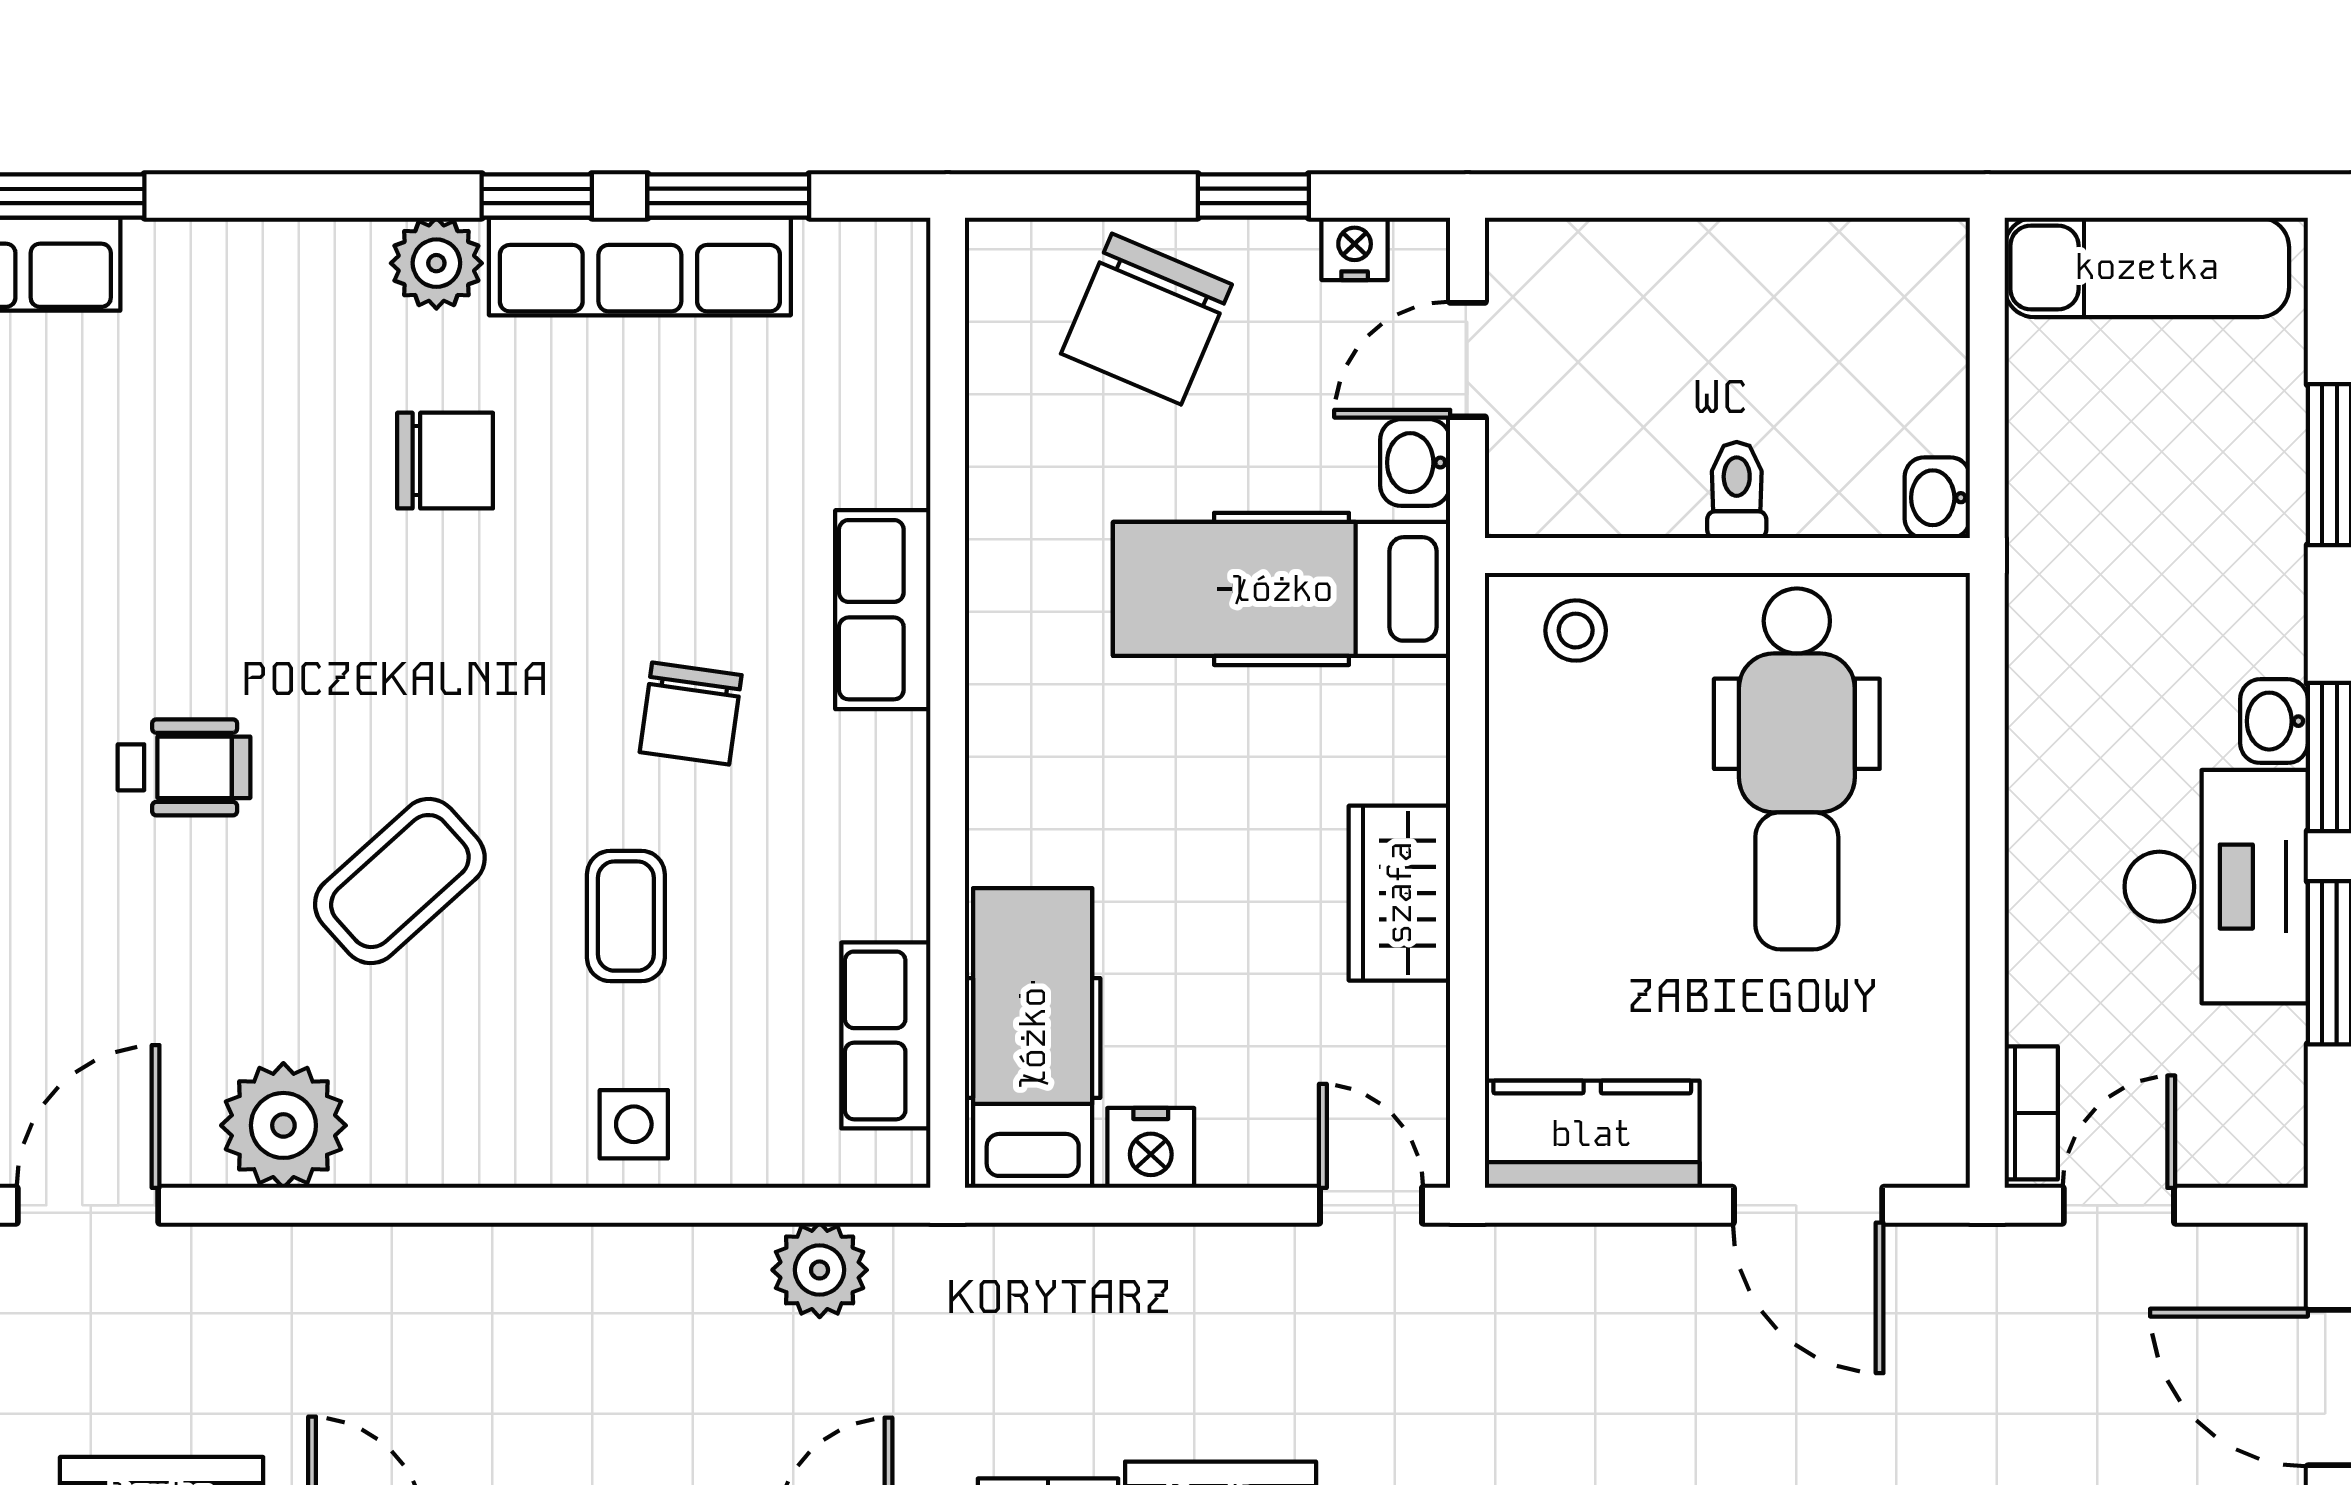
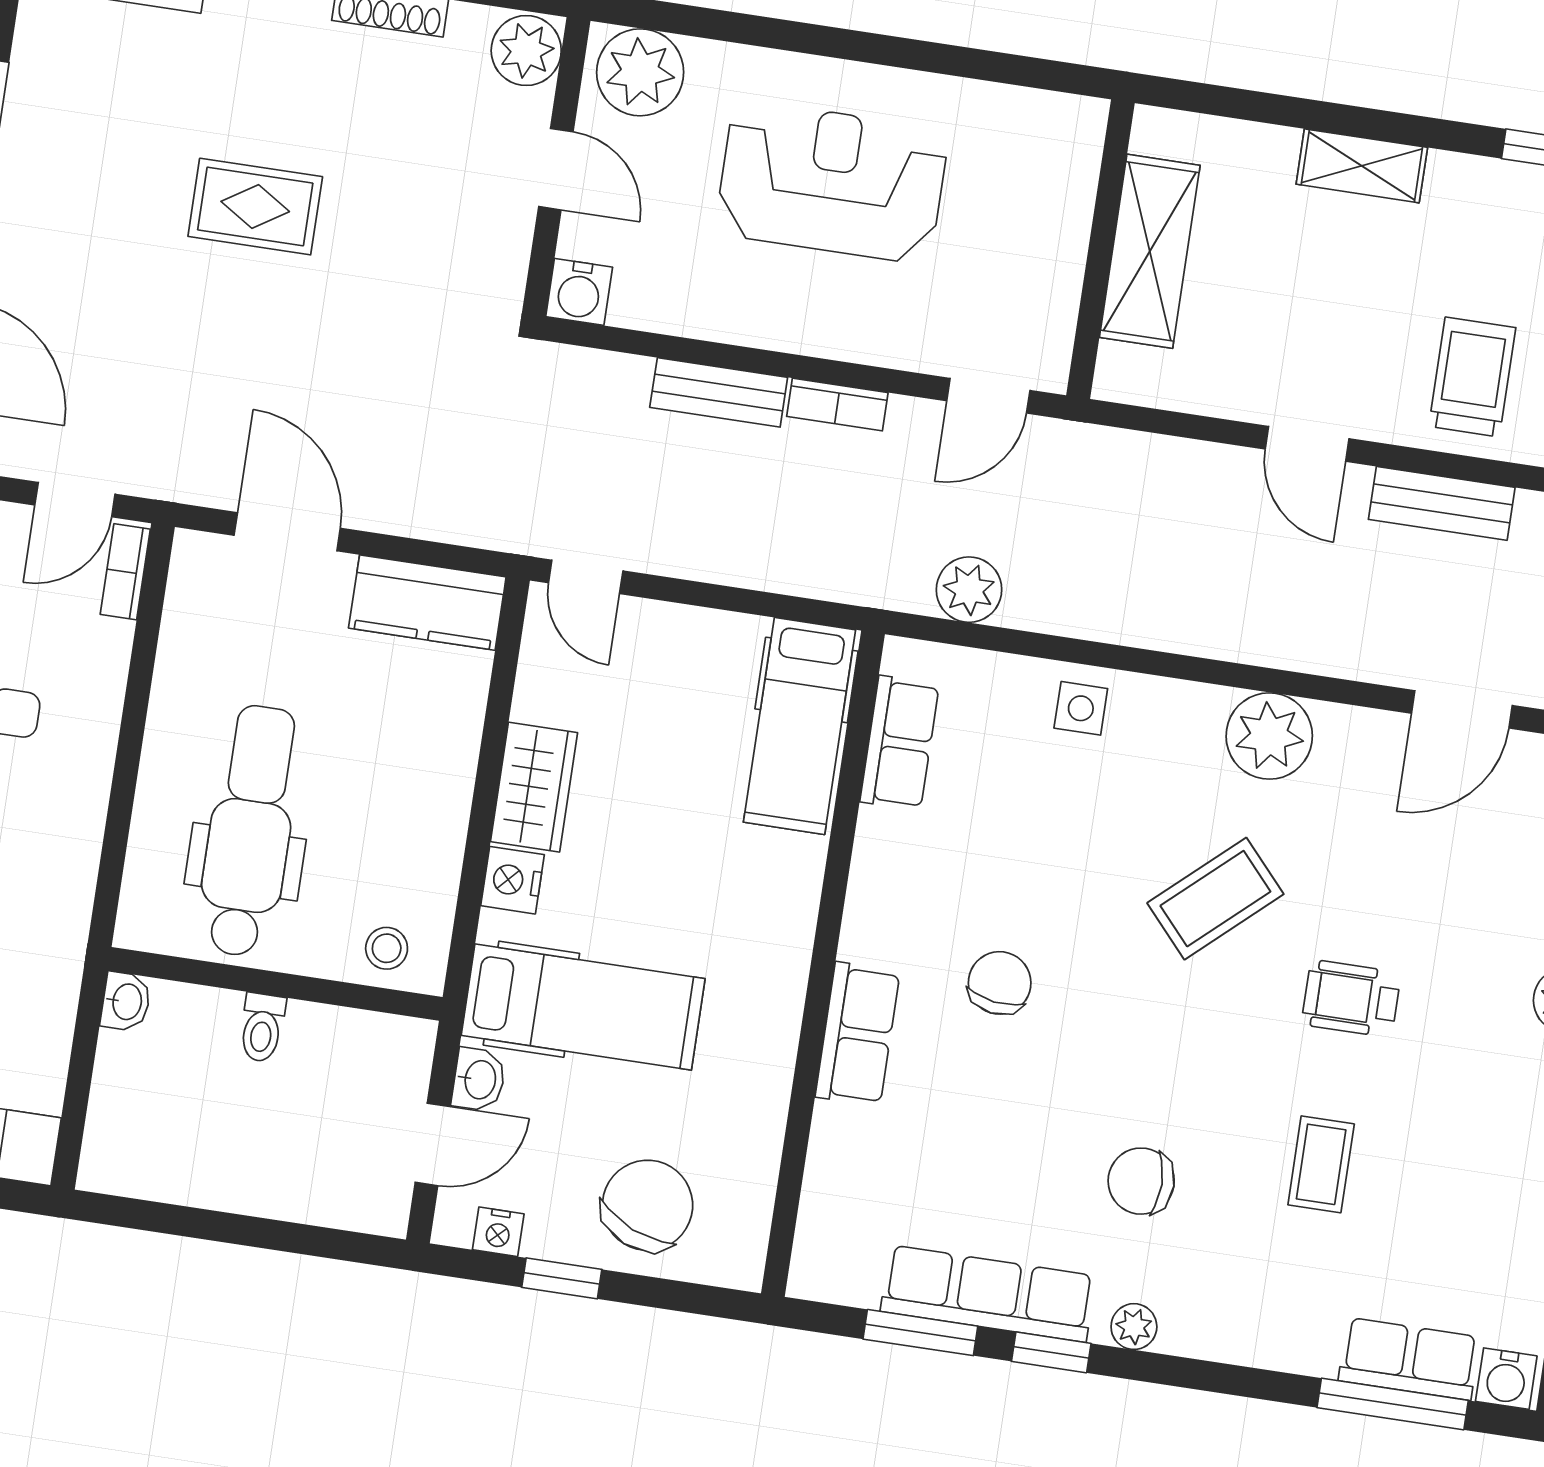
plant: (436, 263) -> (1134, 1327), width x0.73, depth x0.73
coffee table: (626, 916) -> (1321, 1164), moved
plant: (283, 1125) -> (1269, 736), moved
nightstand: (1151, 1148) -> (513, 880), moved, turned -90

